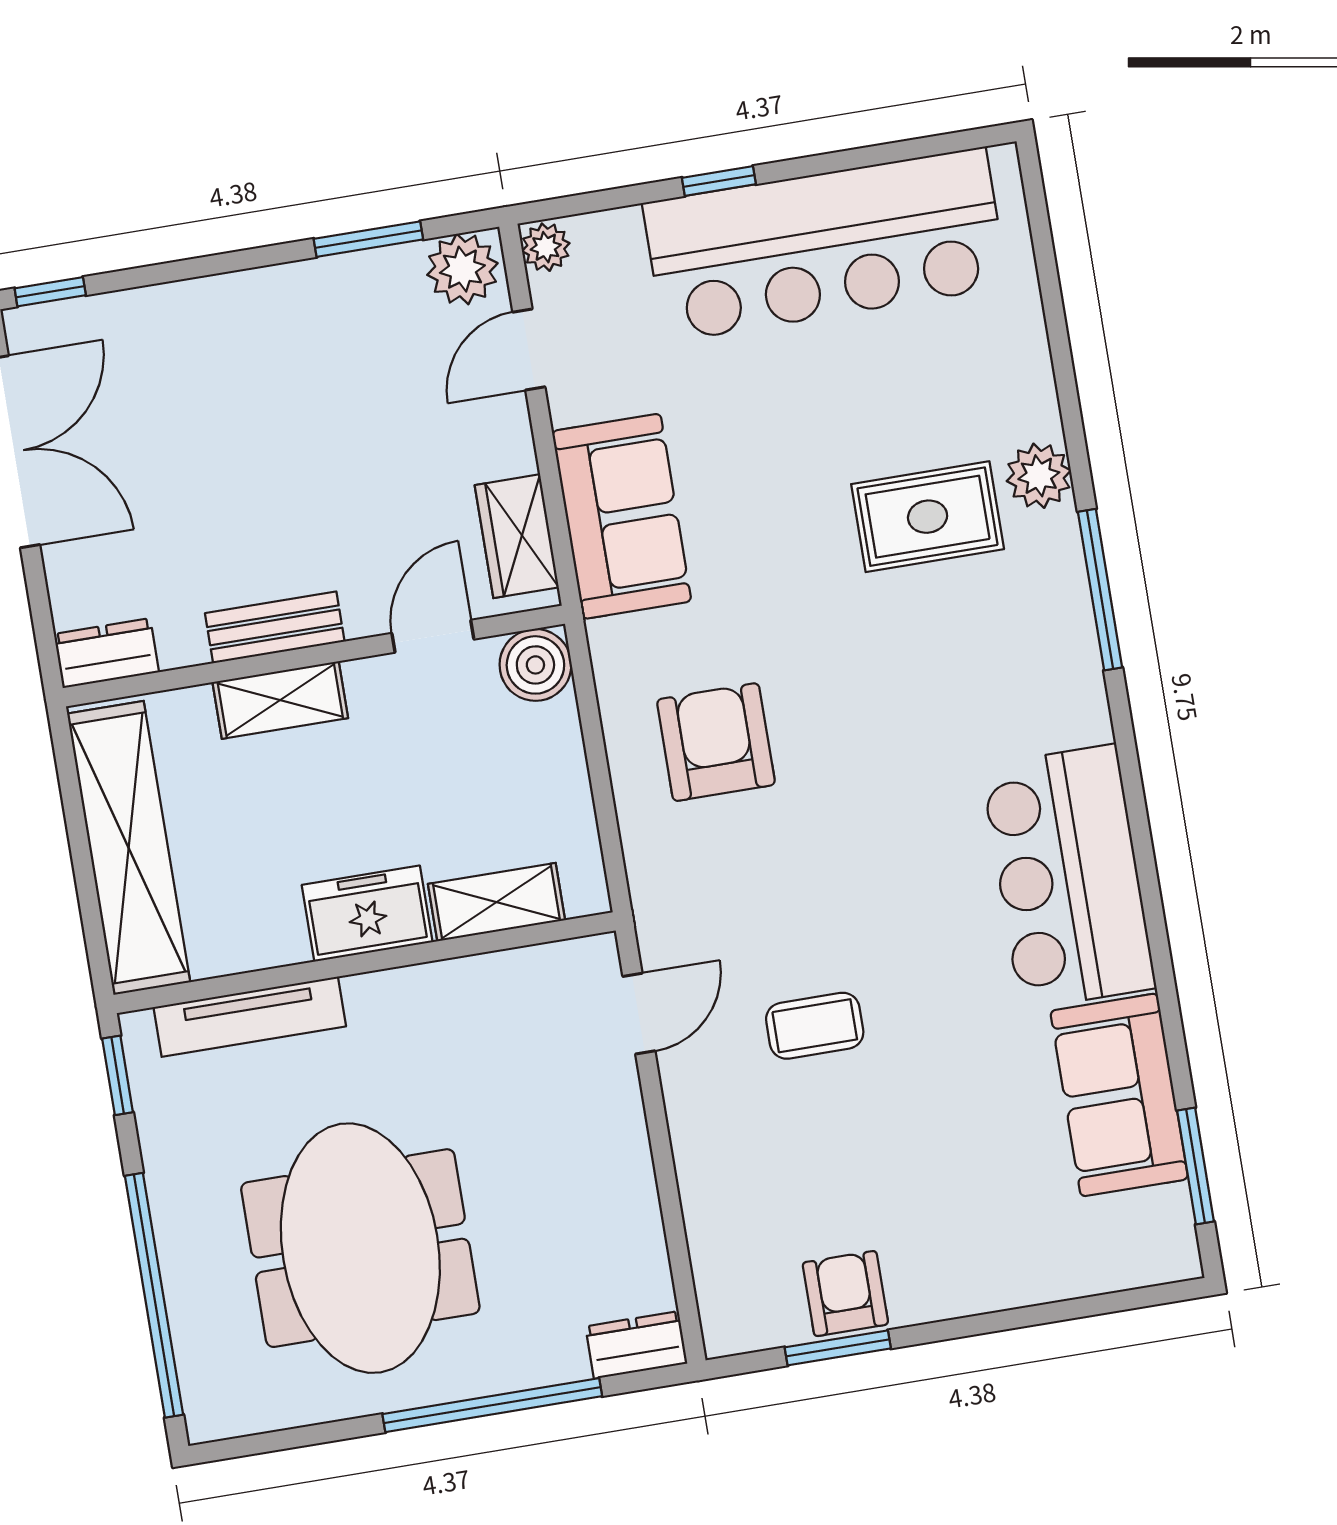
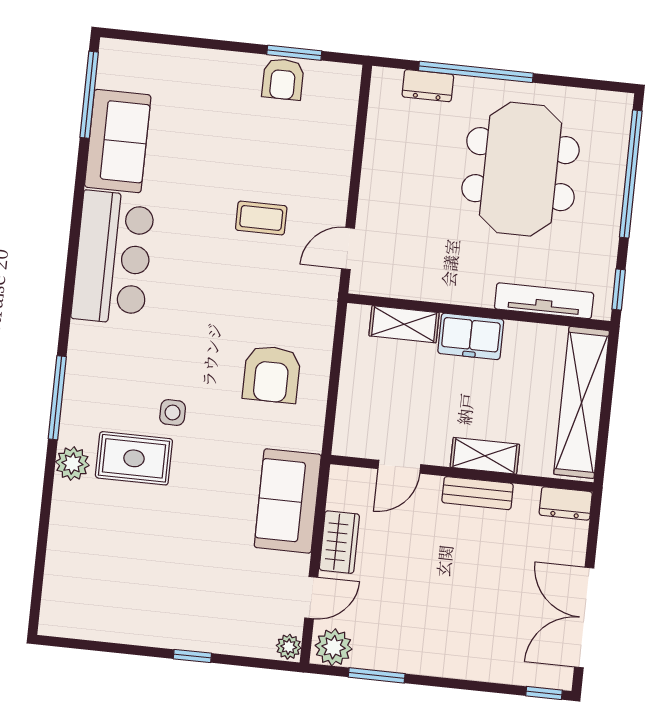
bar counter: (825, 245) -> (148, 609), removed
wardrobe: (517, 536) -> (339, 542), moved
side table: (880, 621) -> (173, 413), added
boiler: (535, 665) -> (352, 438), removed
window: (1195, 1166) -> (89, 95), width x1.44
dresser: (636, 1345) -> (428, 86), moved

